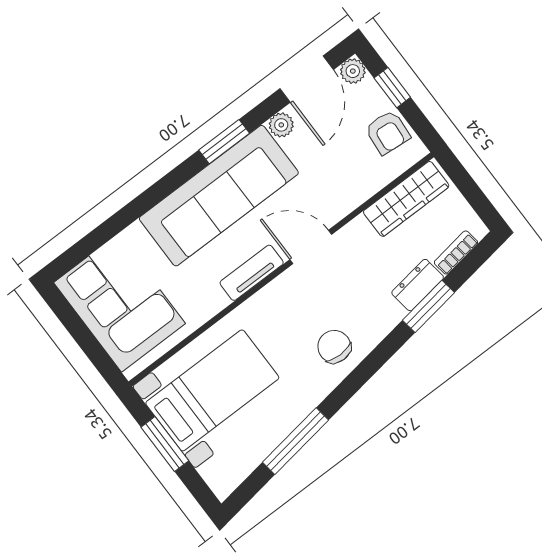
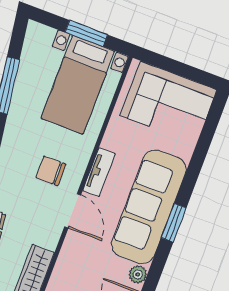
window: (224, 142) -> (174, 223), moved
door: (311, 247) -> (73, 211), hinge flipped
chair: (334, 347) -> (51, 171), moved, turned 180

